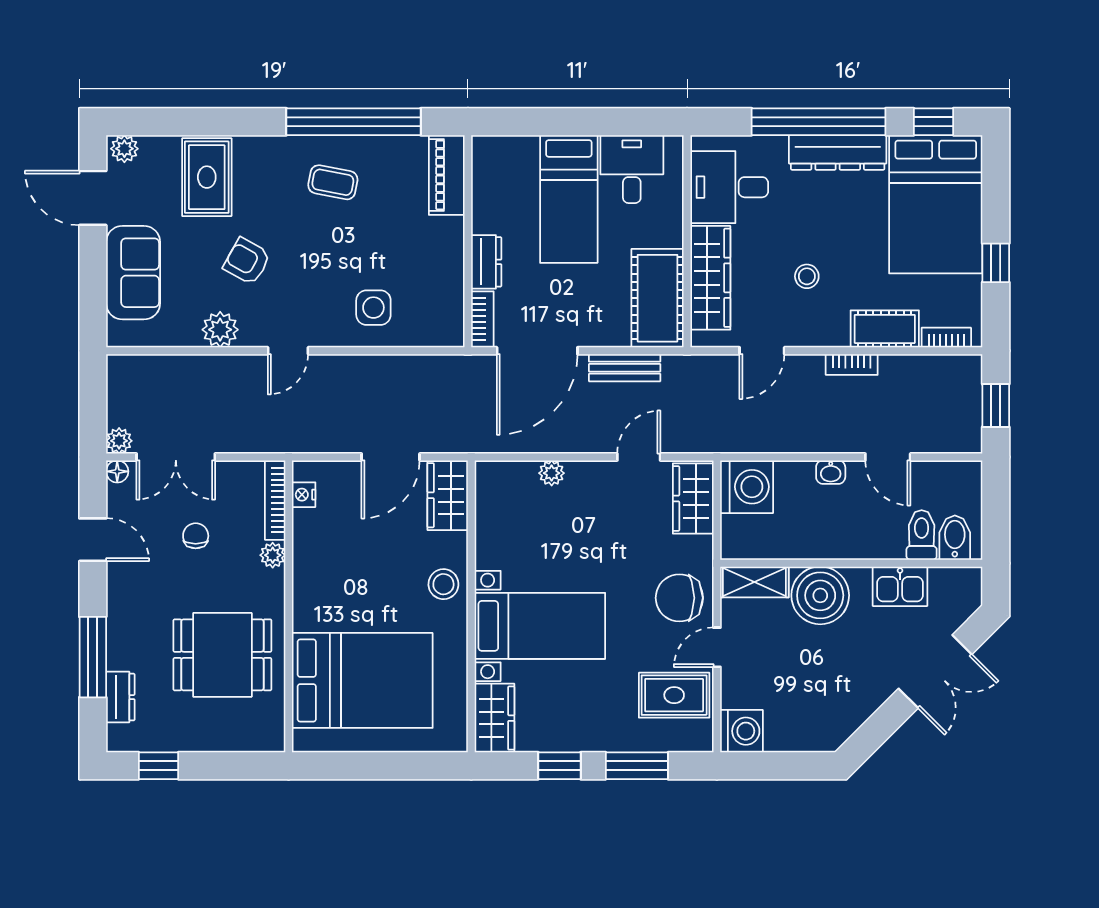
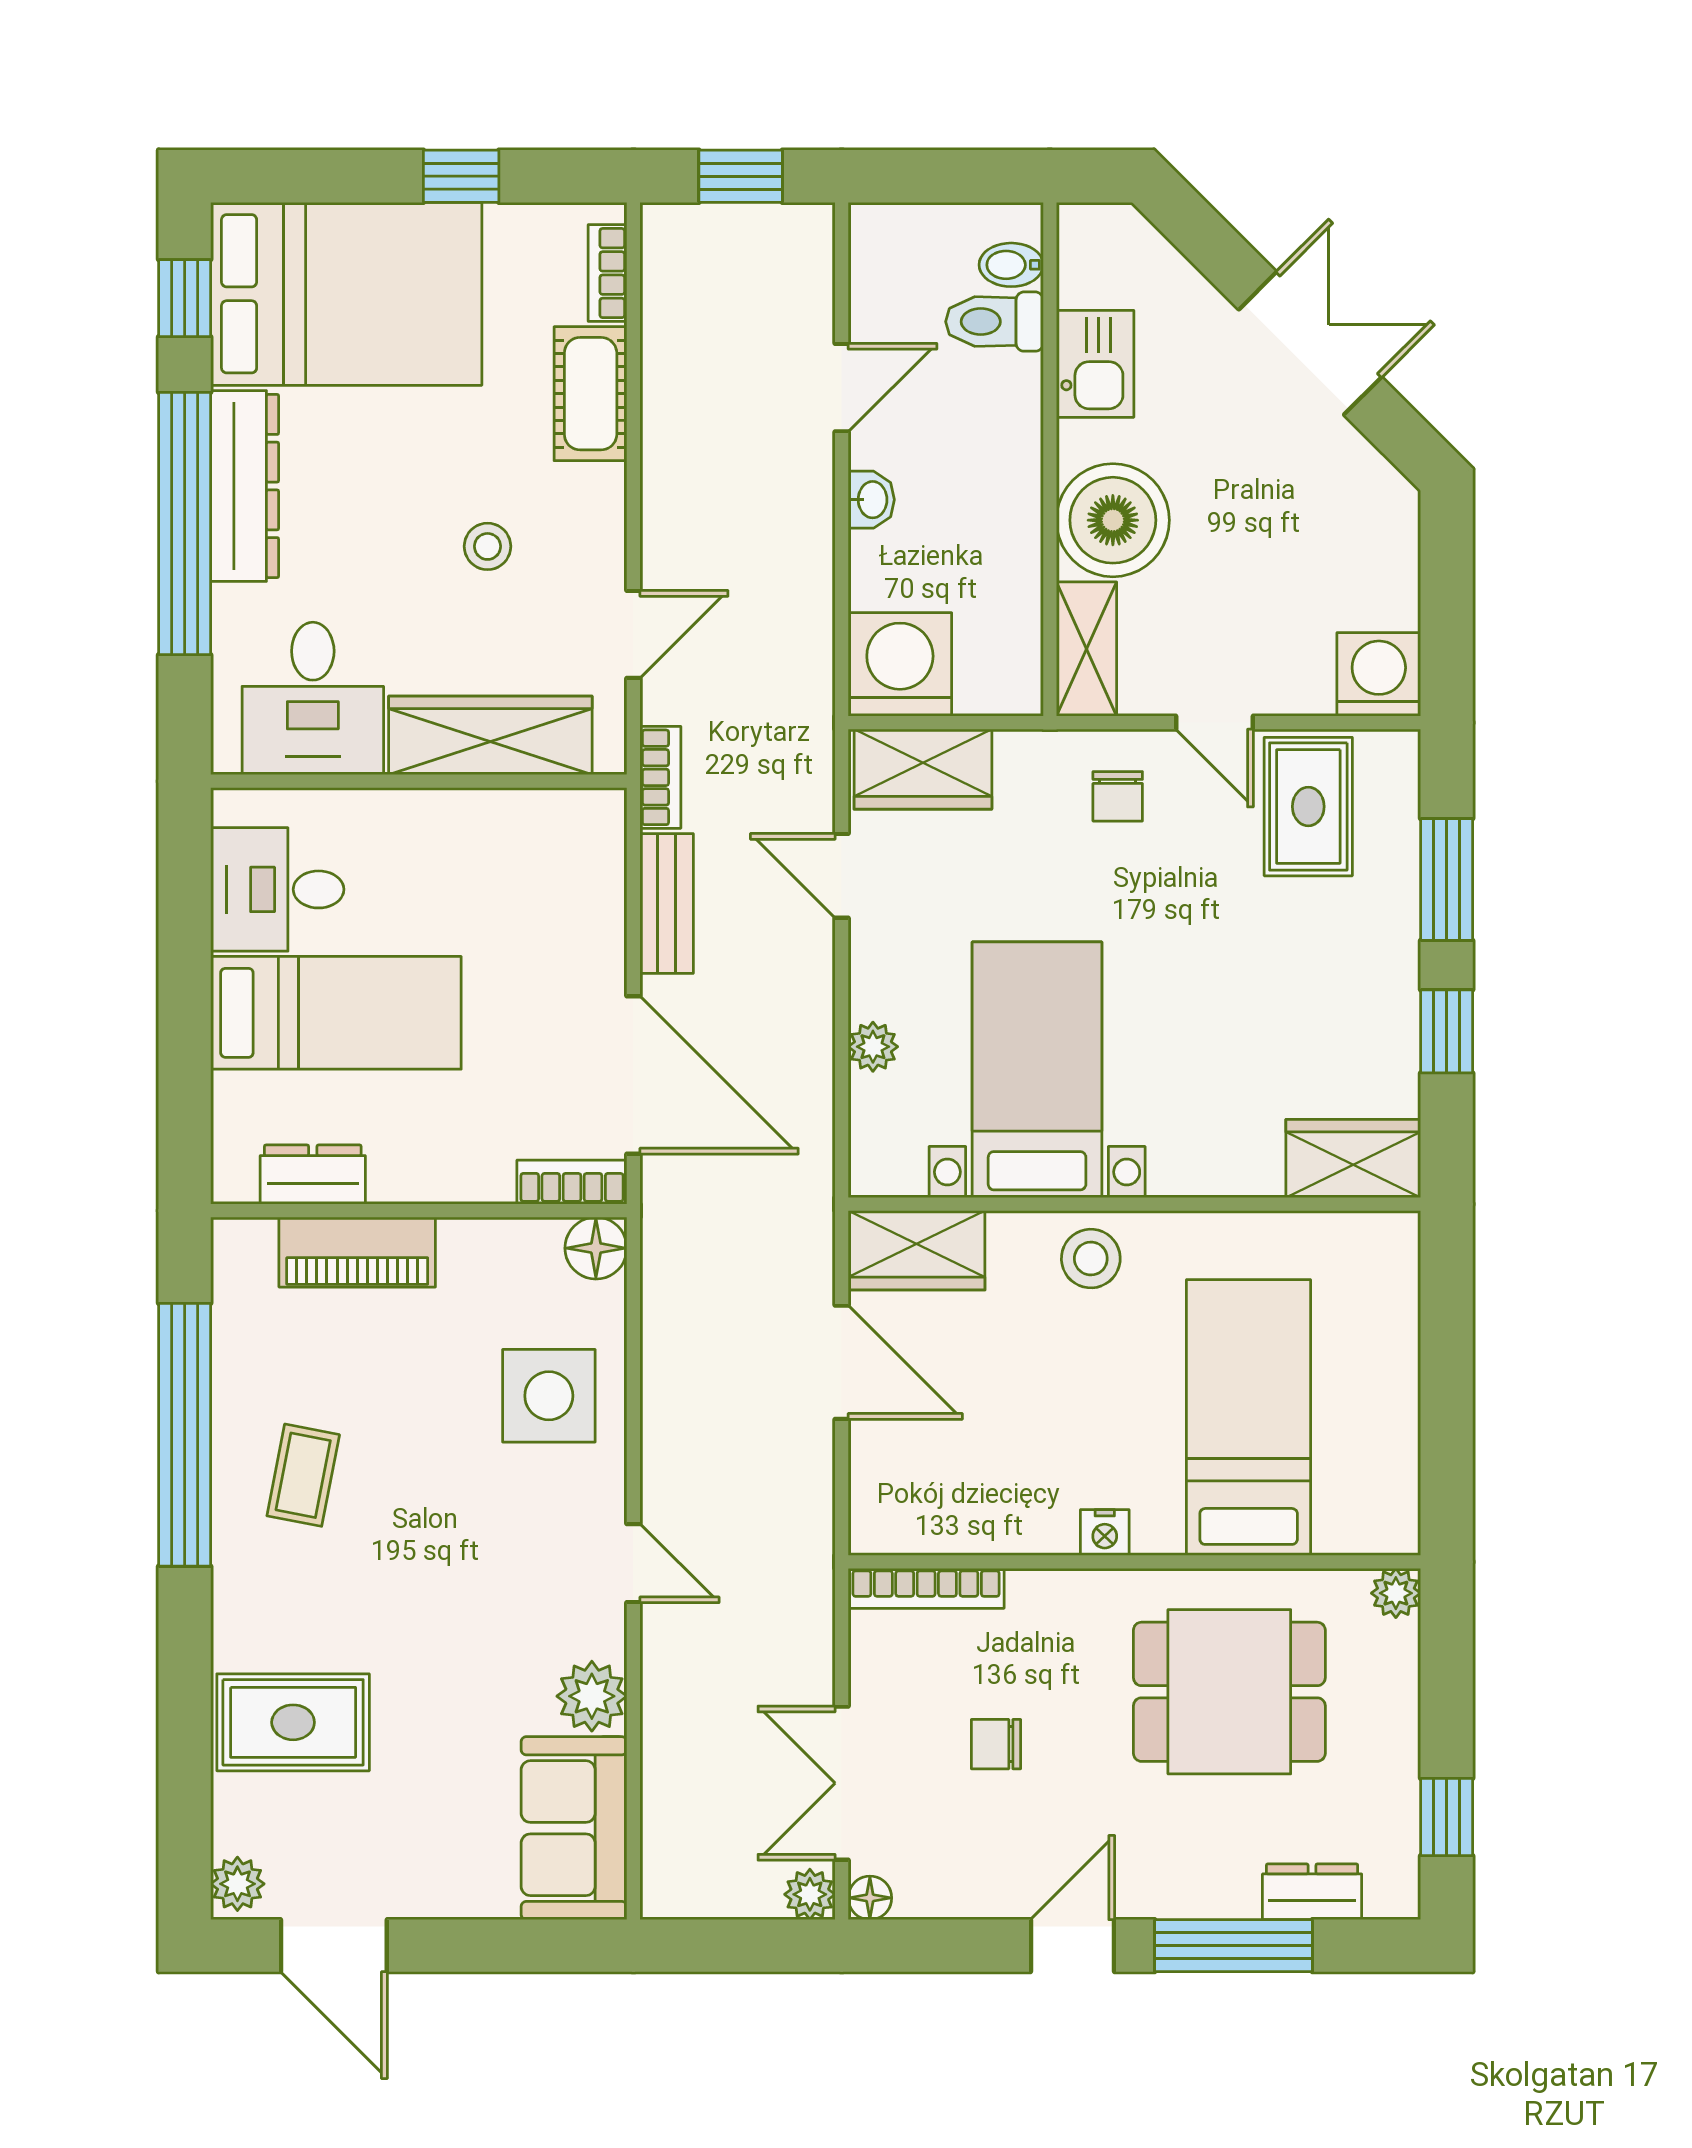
piano: (447, 175) -> (357, 1252), moved
door: (93, 198) -> (334, 1946), hinge flipped
armchair: (247, 261) -> (458, 1644), removed
dresser: (486, 262) -> (313, 1175), moved
sofa: (133, 273) -> (574, 1828), moved, turned -90
cot: (657, 298) -> (530, 839), removed
side table: (373, 308) -> (549, 1396), width x1.37, depth x1.37
floor lamp: (449, 332) -> (596, 1248), added
door: (762, 351) -> (633, 634), hinge flipped
bookcase: (852, 365) -> (660, 777), moved
double door: (176, 457) -> (842, 1783), swing flipped
nightstand: (304, 495) -> (1105, 1532), moved
bidet: (955, 538) -> (1011, 265), width x0.72, depth x0.74
door: (93, 540) -> (1073, 1946), moved
plant: (273, 555) -> (1396, 1593), moved
chair: (679, 598) -> (1118, 796), width x0.54, depth x0.54
bed with nightstands: (540, 626) -> (1037, 1070), moved
dining table: (222, 655) -> (1229, 1692), turned 90
double door: (935, 671) -> (1310, 343), moved
bed: (362, 680) -> (1249, 1417), width x0.67

